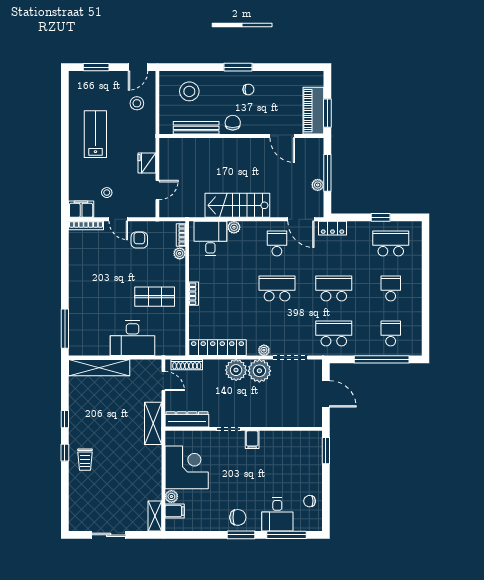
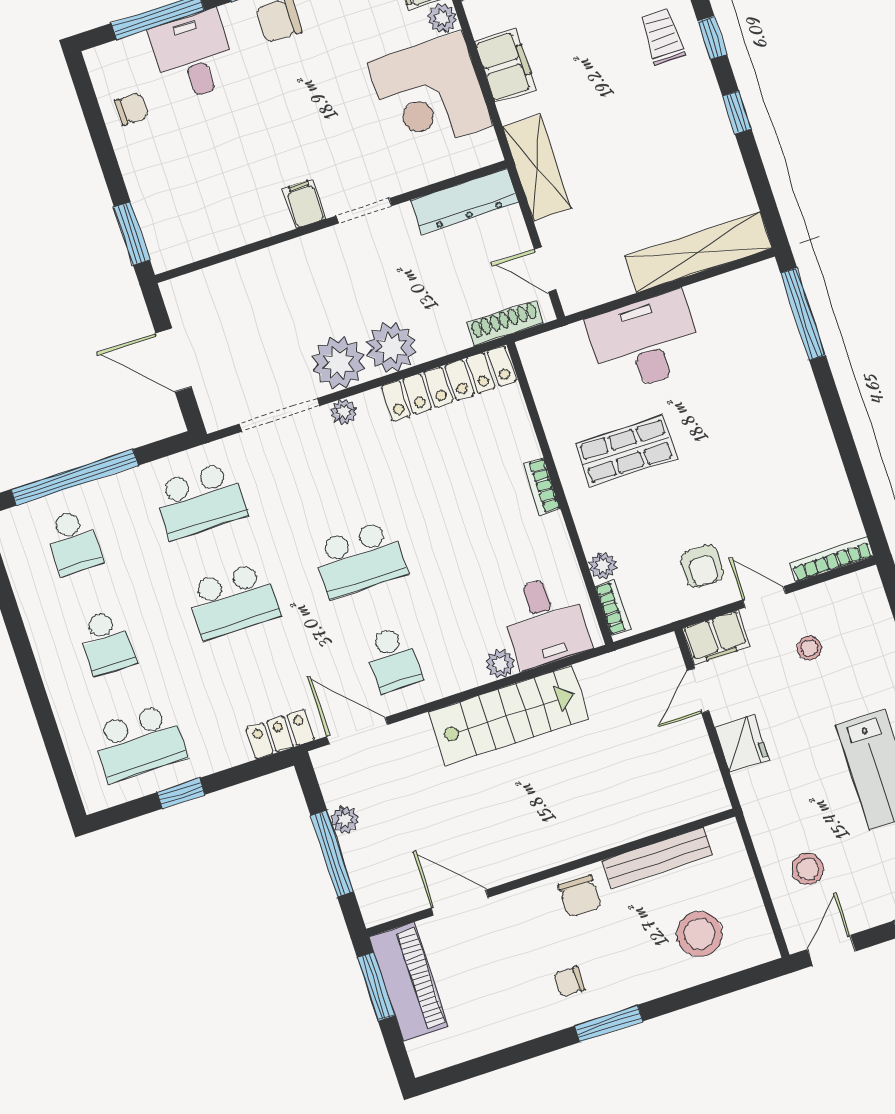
filing cabinet: (81, 209) -> (716, 638), moved
filing cabinet: (152, 469) -> (505, 66), added

